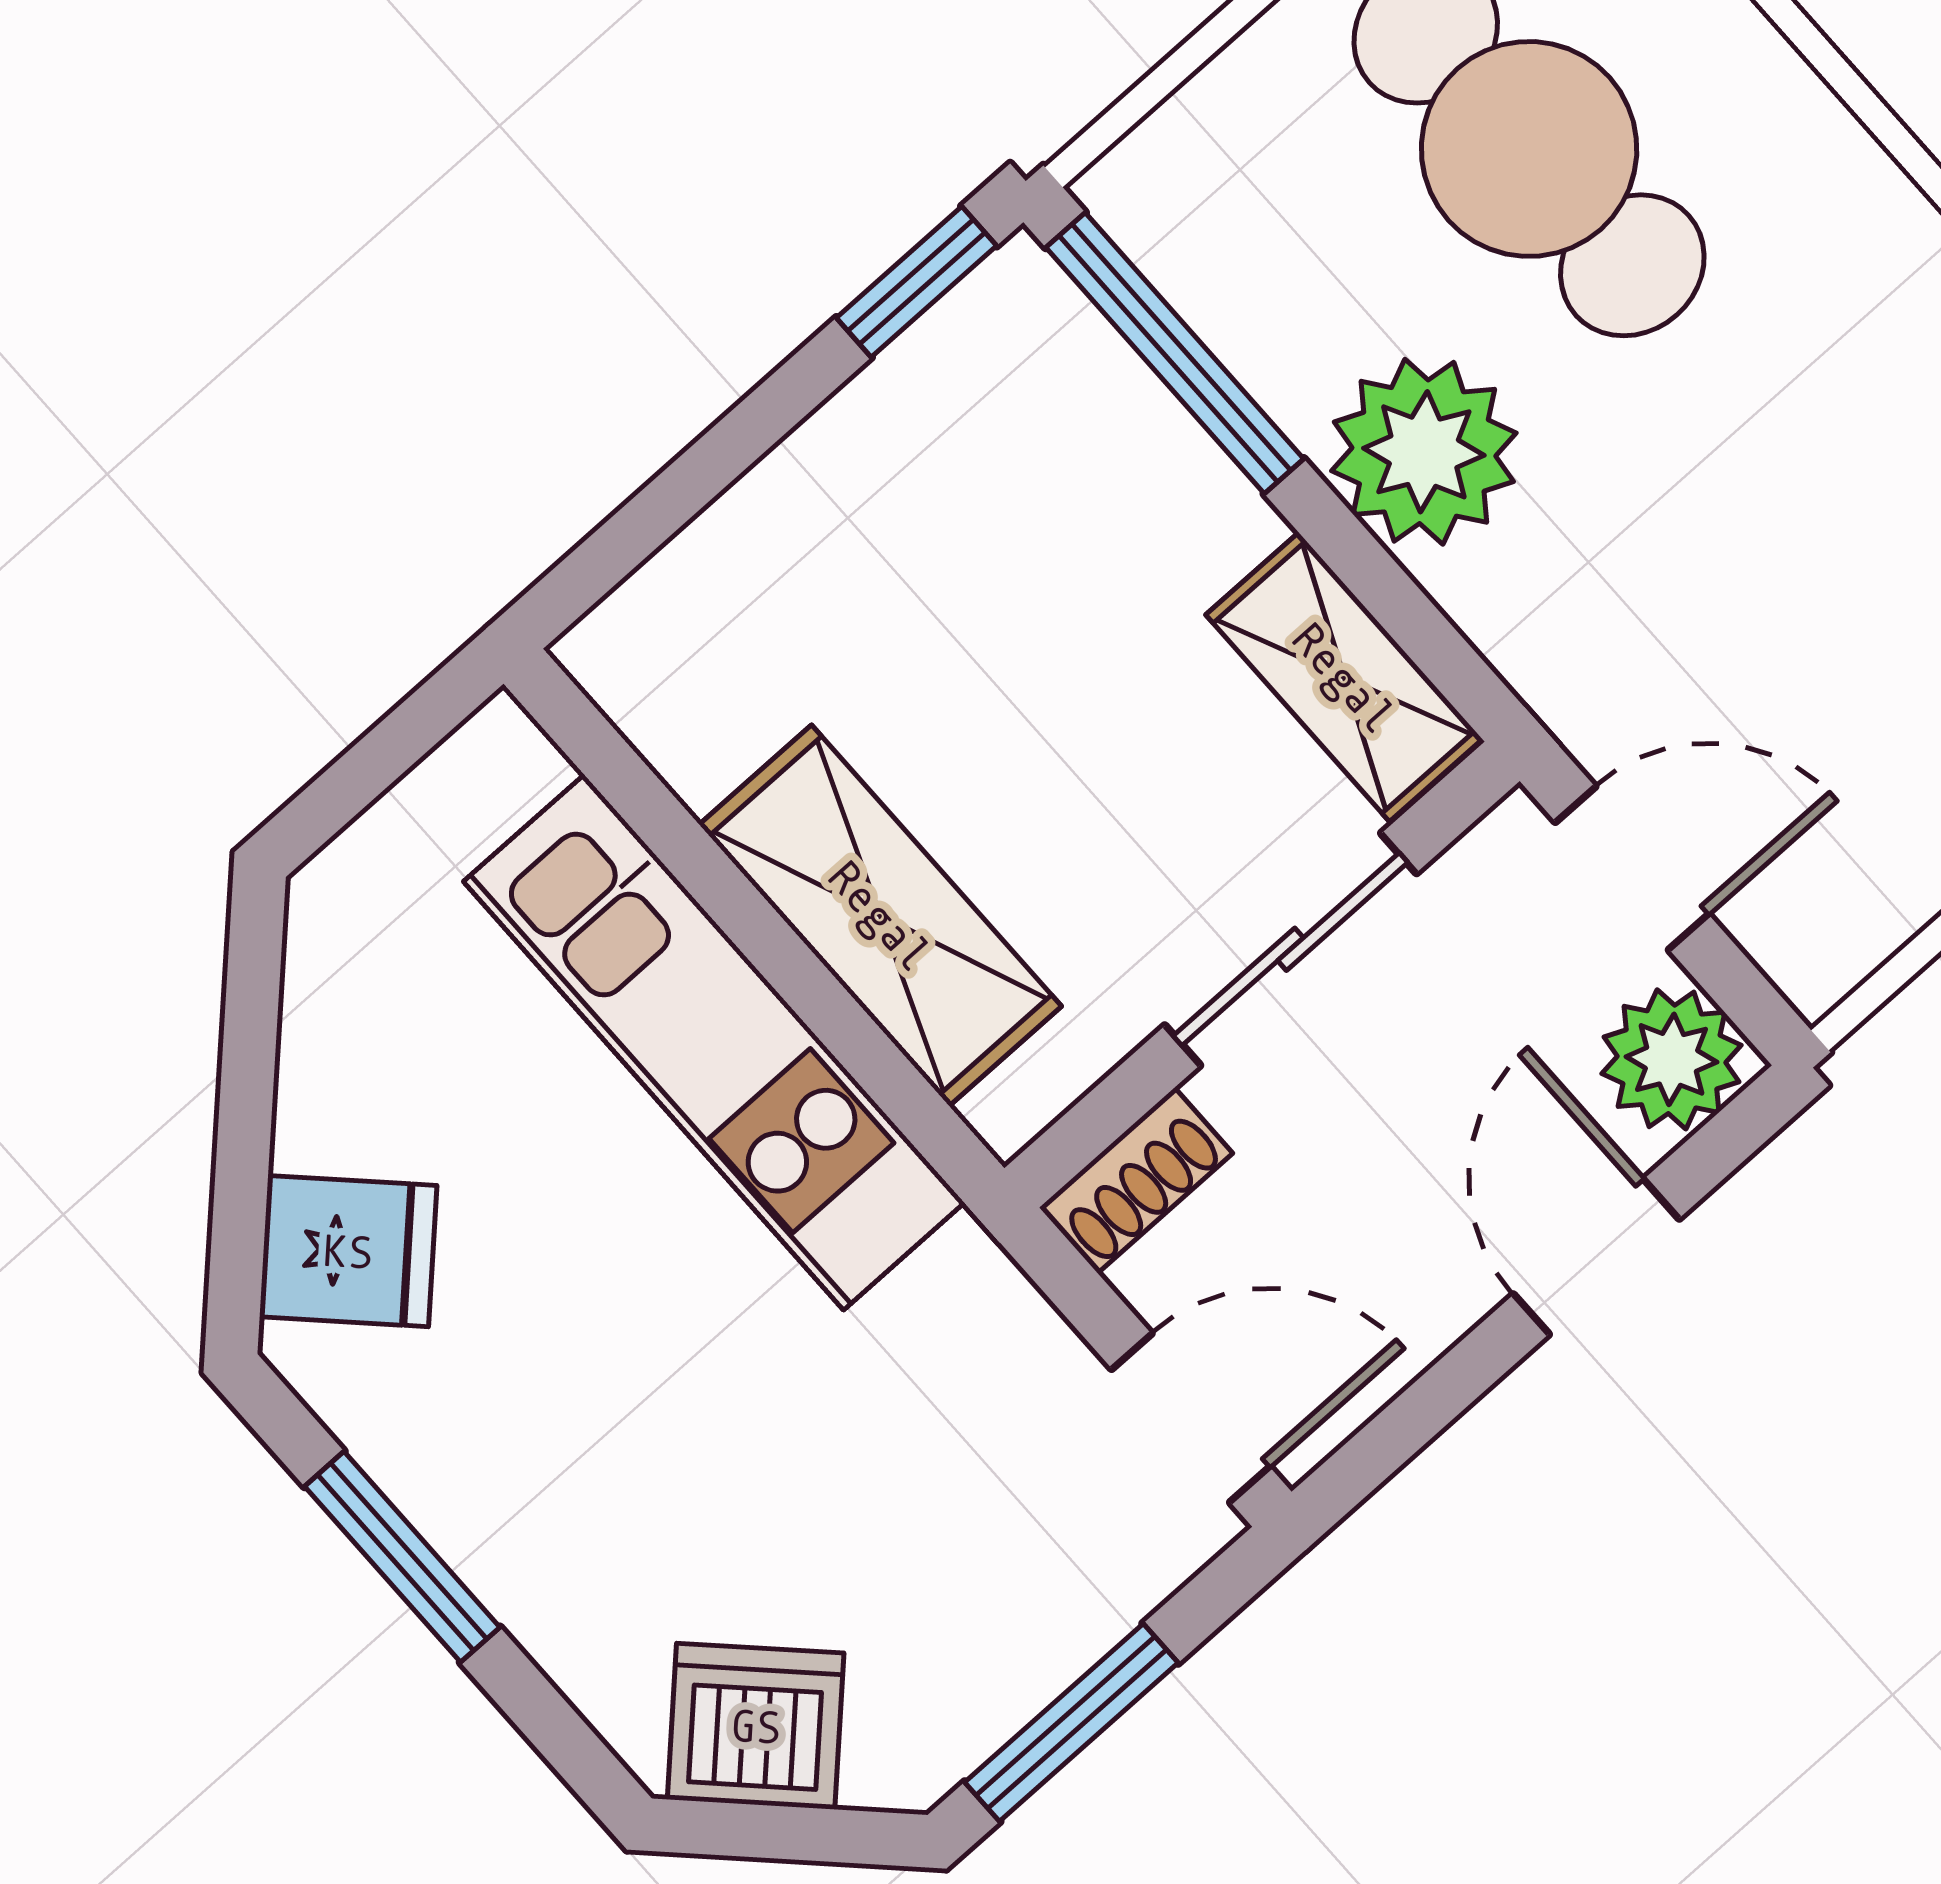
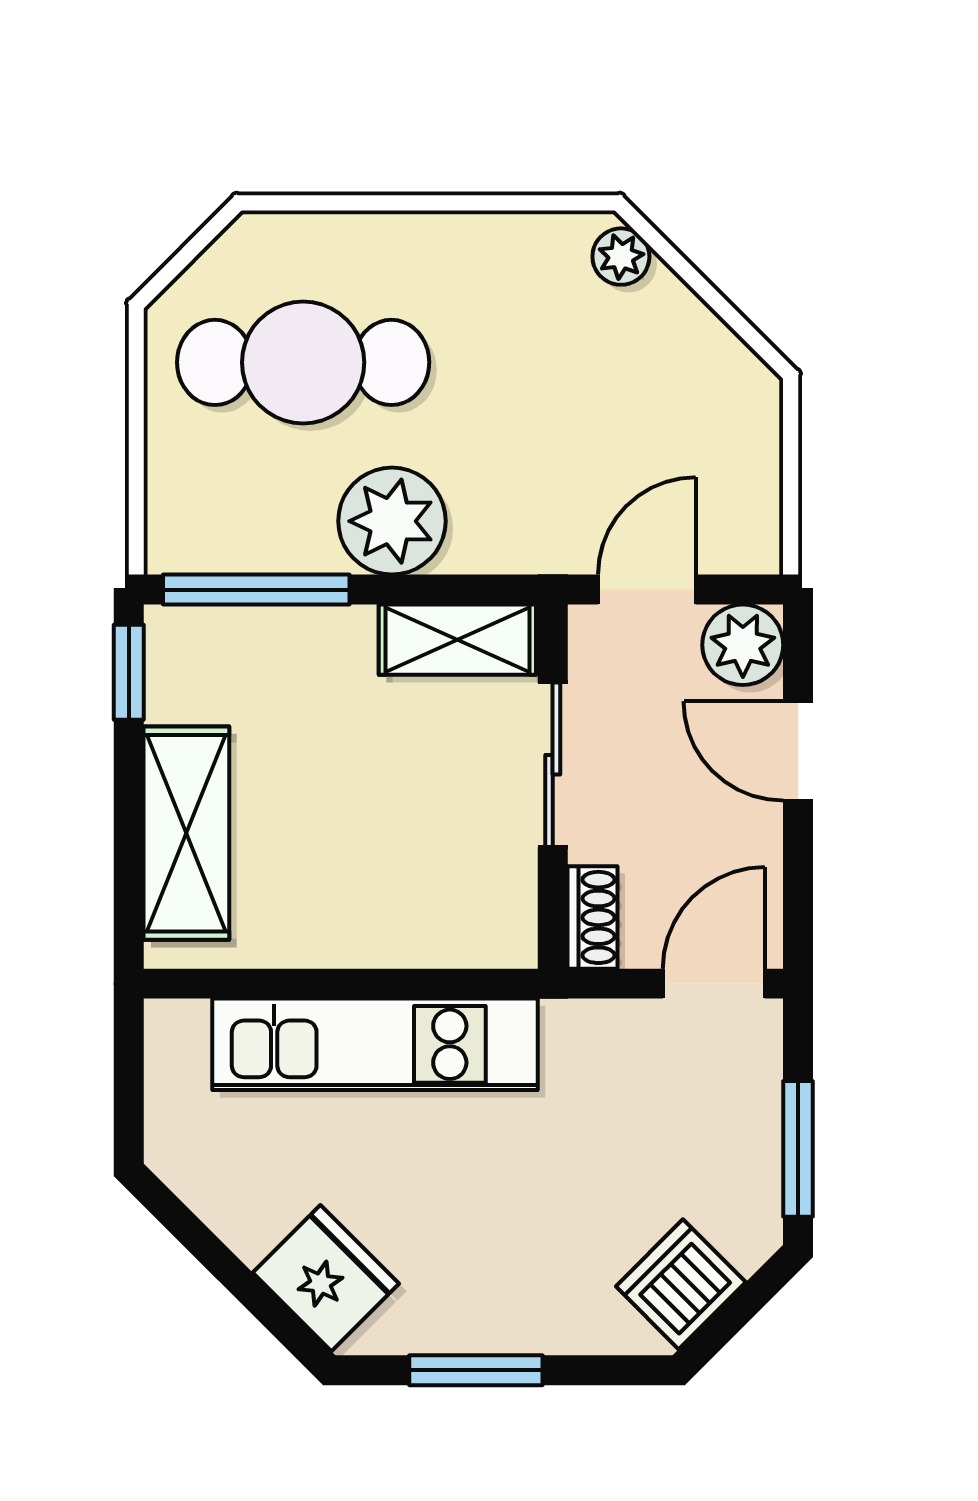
shelving: (880, 915) -> (186, 833), moved, turned 90
fridge: (348, 1251) -> (326, 1278), width x1.38

